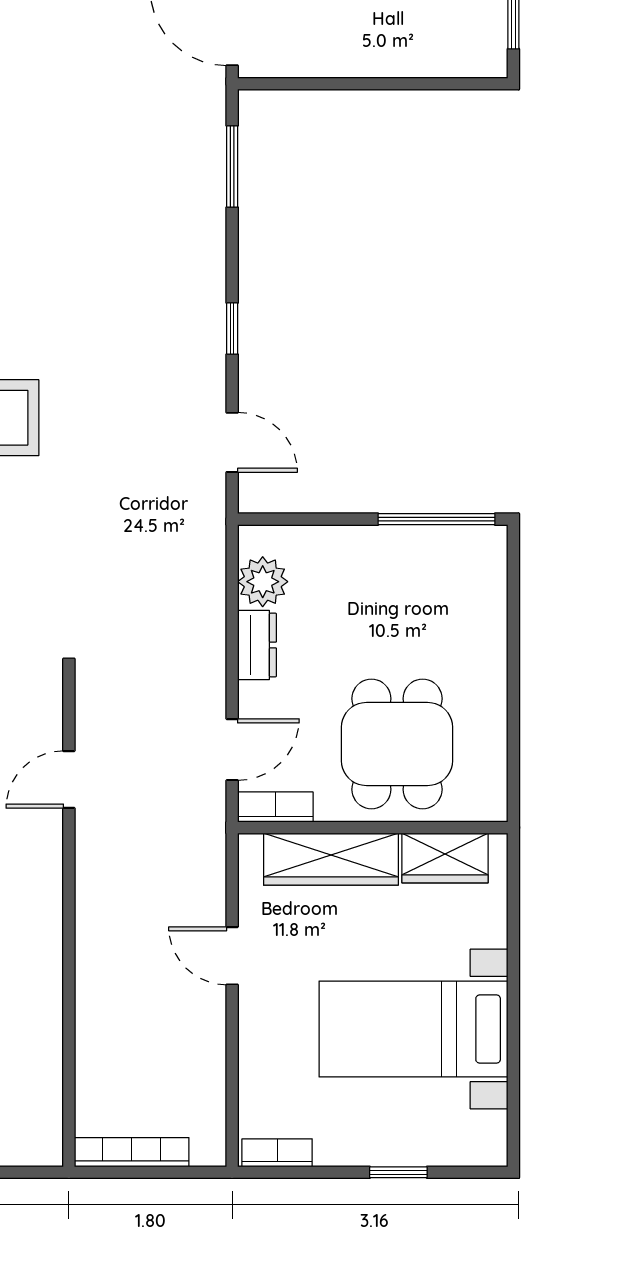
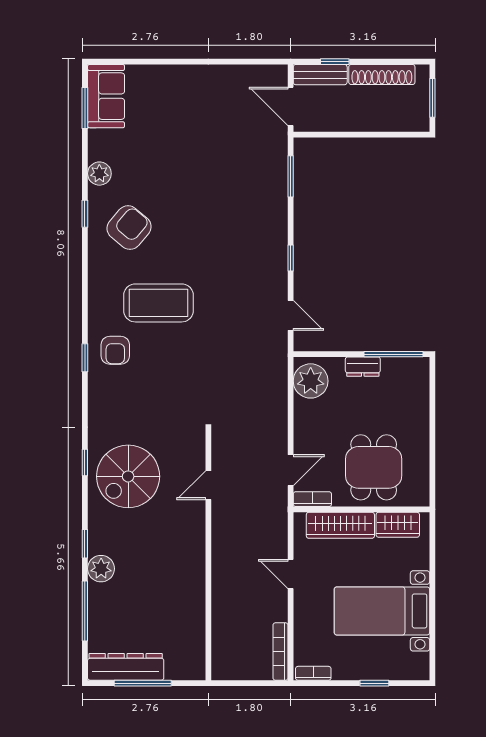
plant: (263, 582) -> (311, 381), width x1.36, depth x1.36
dresser: (257, 645) -> (363, 367), moved, turned 90
bookcase: (132, 1152) -> (280, 652), moved, turned -90

